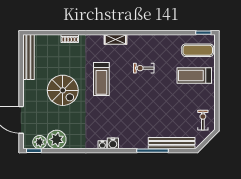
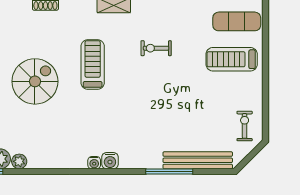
treadmill: (101, 79) -> (93, 64), turned 180
spiral stairs: (63, 90) -> (35, 81), turned -90
plant: (57, 139) -> (19, 161), width x0.53, depth x0.53

